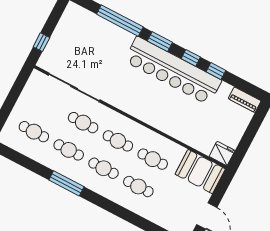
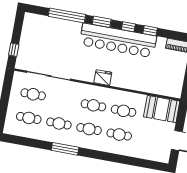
cafe table: (83, 123) -> (33, 94), moved
fridge: (222, 153) -> (103, 78), moved

